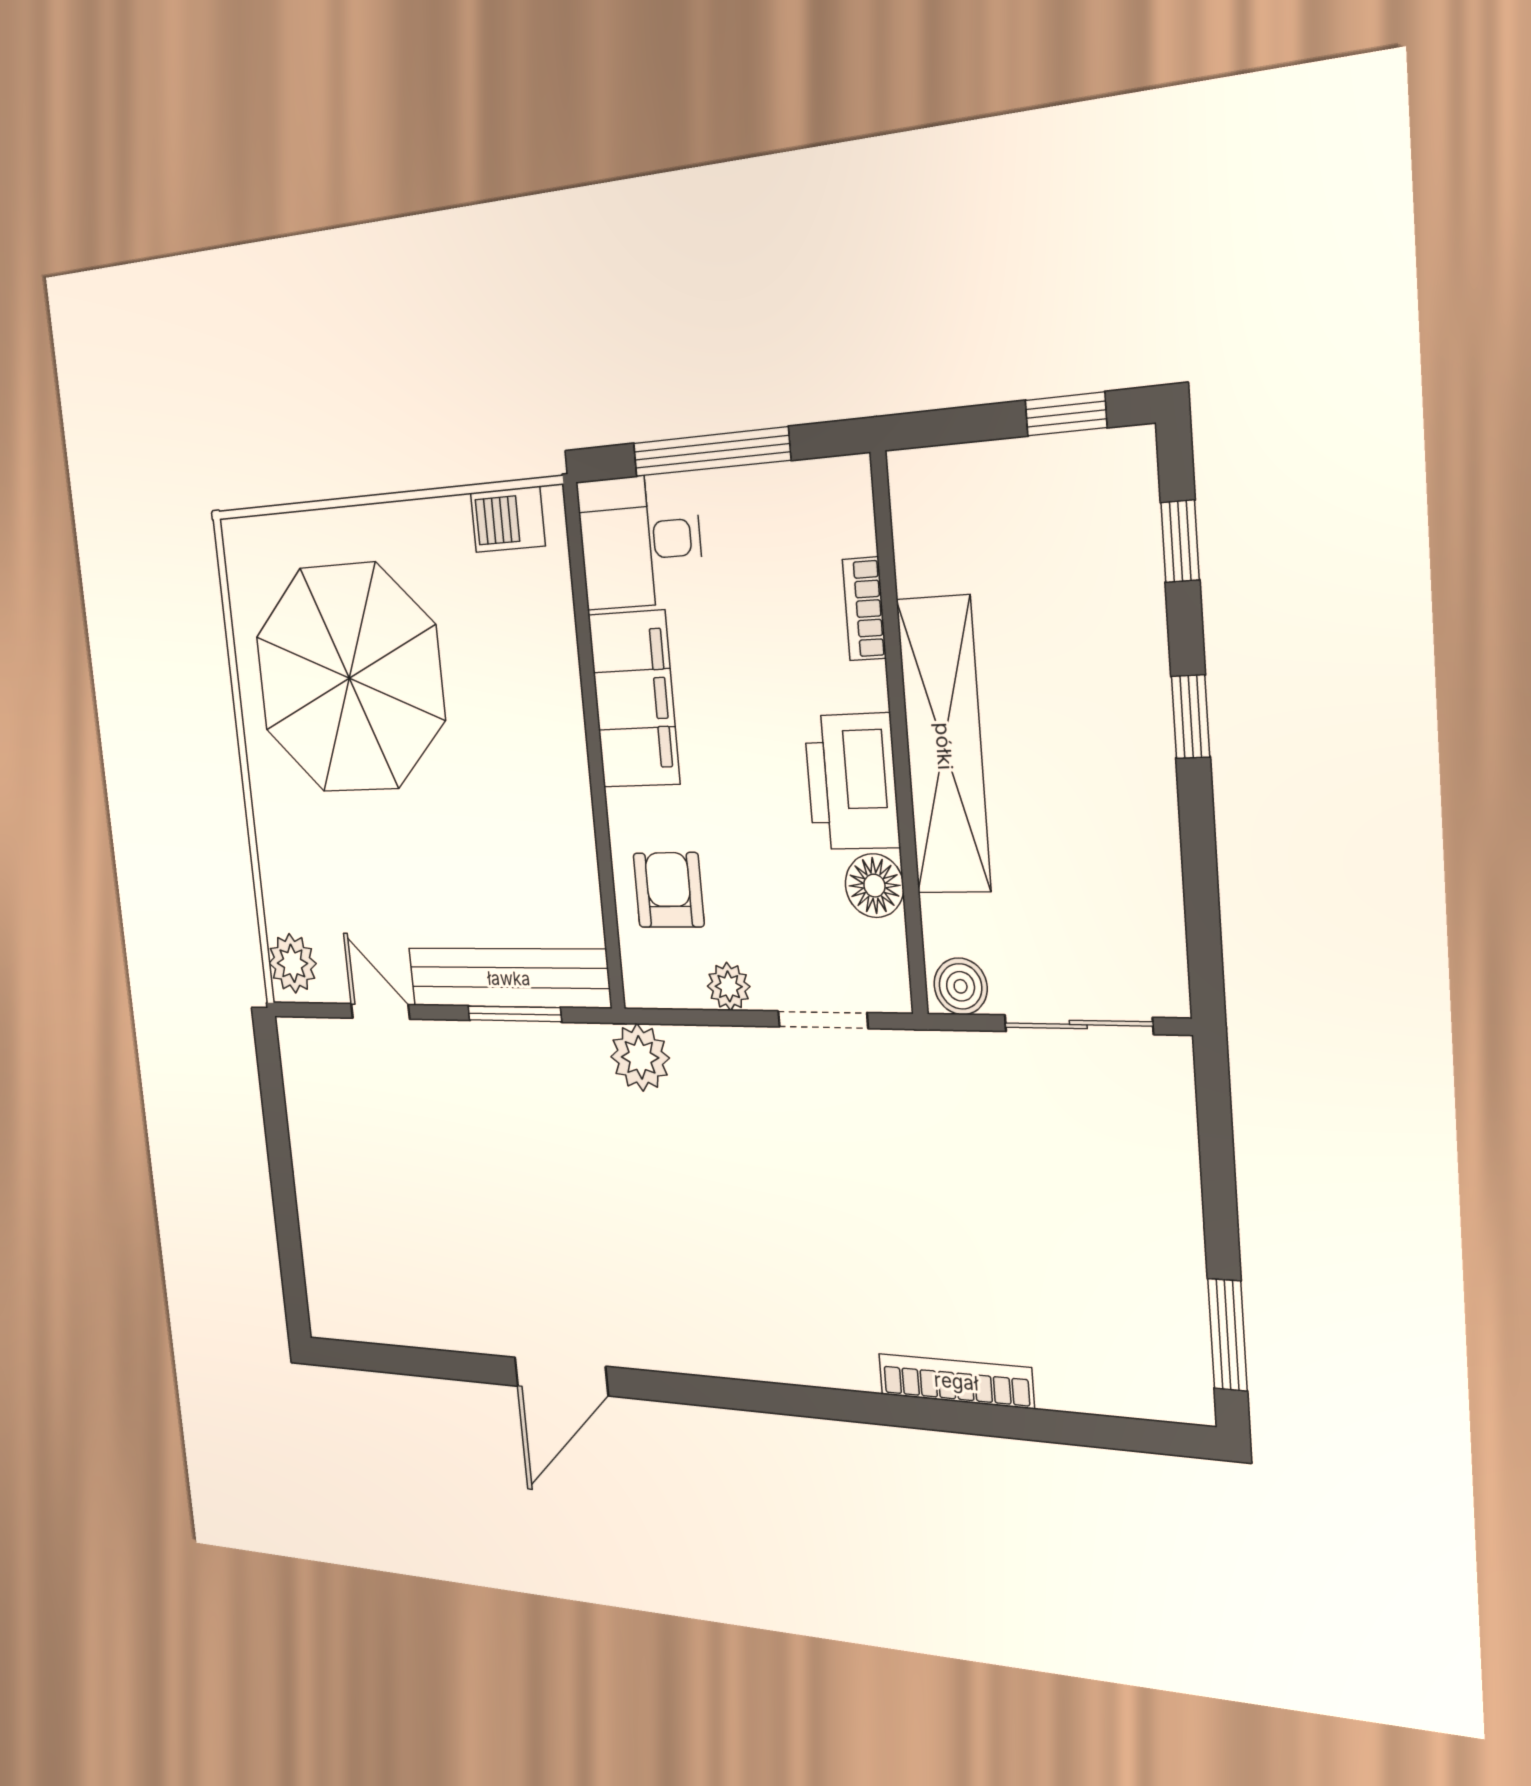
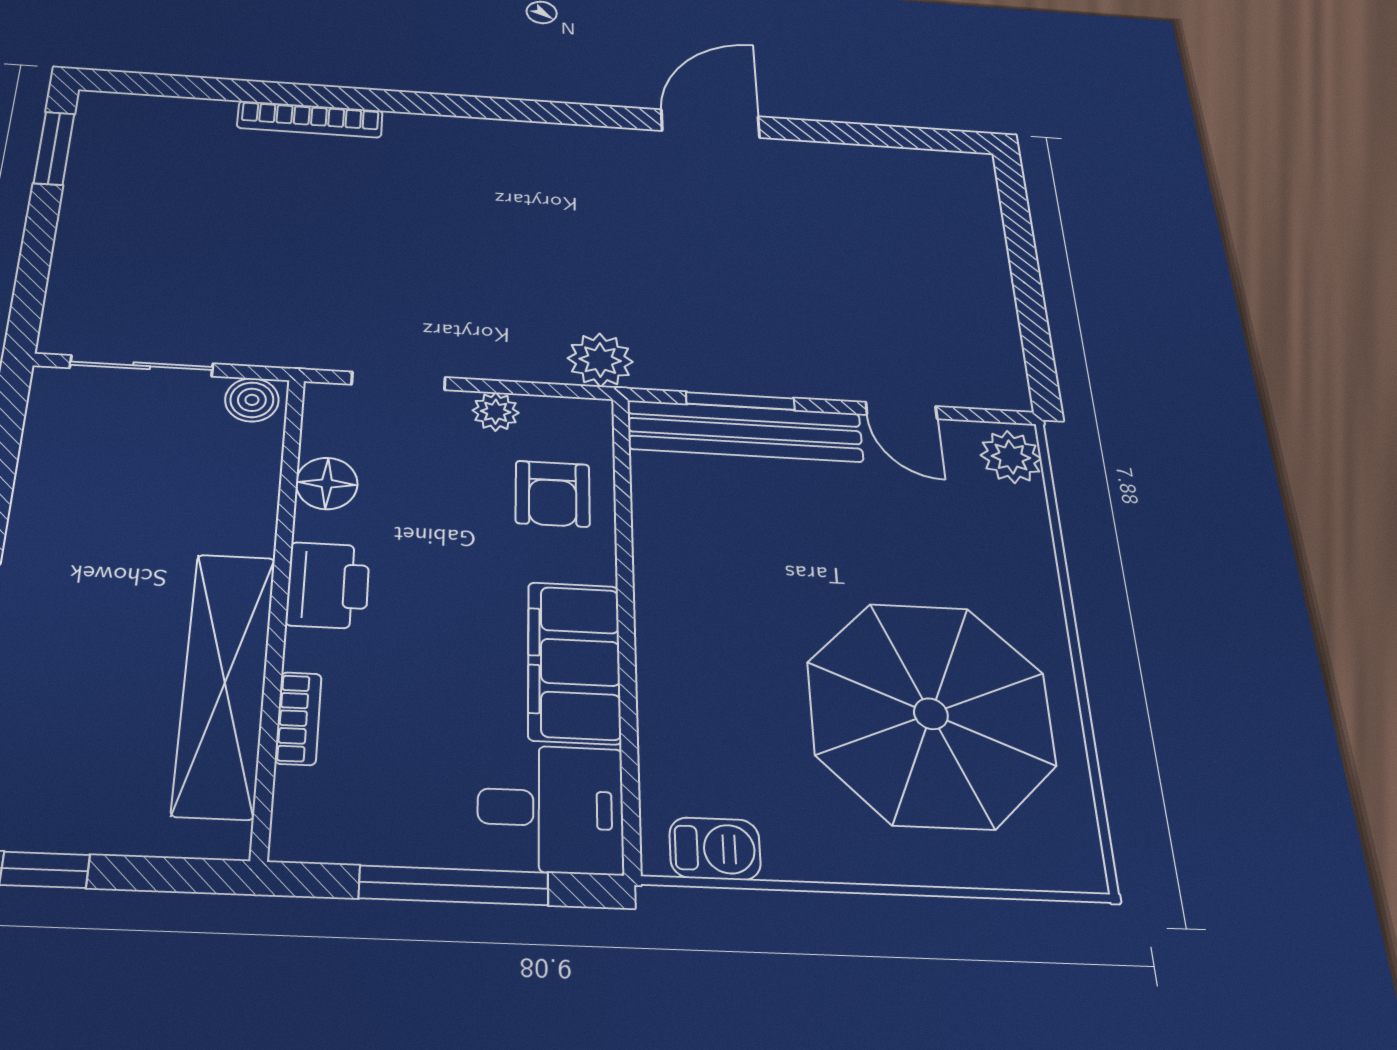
shelving: (944, 746) -> (225, 683), moved
printer: (852, 782) -> (328, 585), width x0.73, depth x0.84

